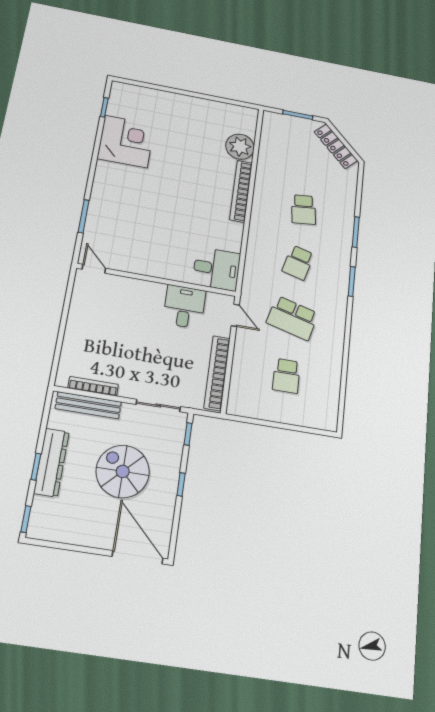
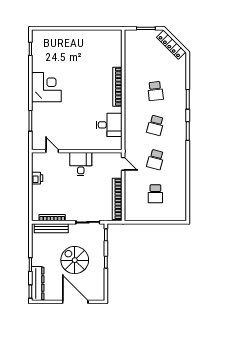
corner desk: (126, 141) -> (46, 87), moved
plant: (240, 147) -> (113, 58), removed
door: (94, 269) -> (52, 151), moved
desk: (217, 269) -> (109, 125), moved
desk: (184, 307) -> (81, 164), moved
printer: (78, 313) -> (37, 178), added
school desk: (292, 318) -> (155, 160), width x0.54
dresser: (51, 462) -> (38, 283), moved
door: (138, 557) -> (75, 302), moved

